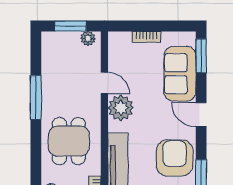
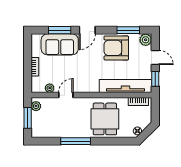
window: (201, 56) -> (60, 30), moved
plant: (121, 108) -> (50, 88), moved, width x0.53, depth x0.53
dining table: (69, 141) -> (105, 119), turned 90

